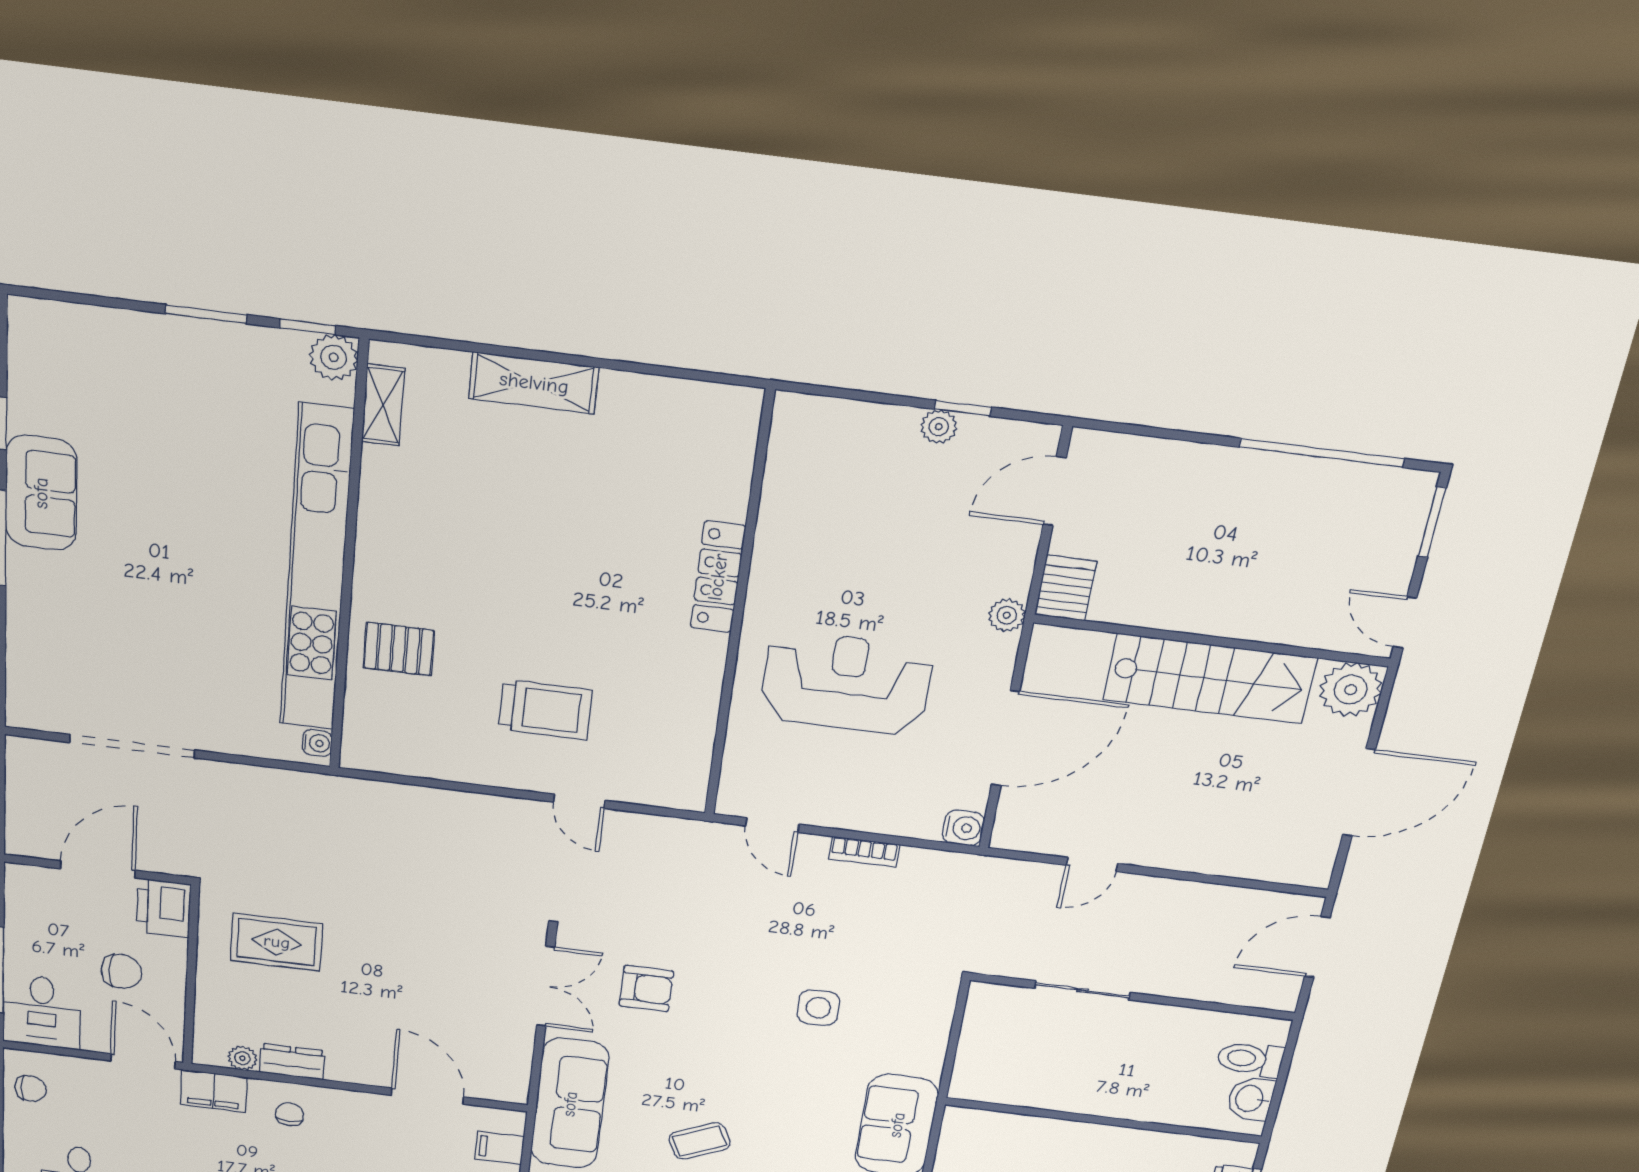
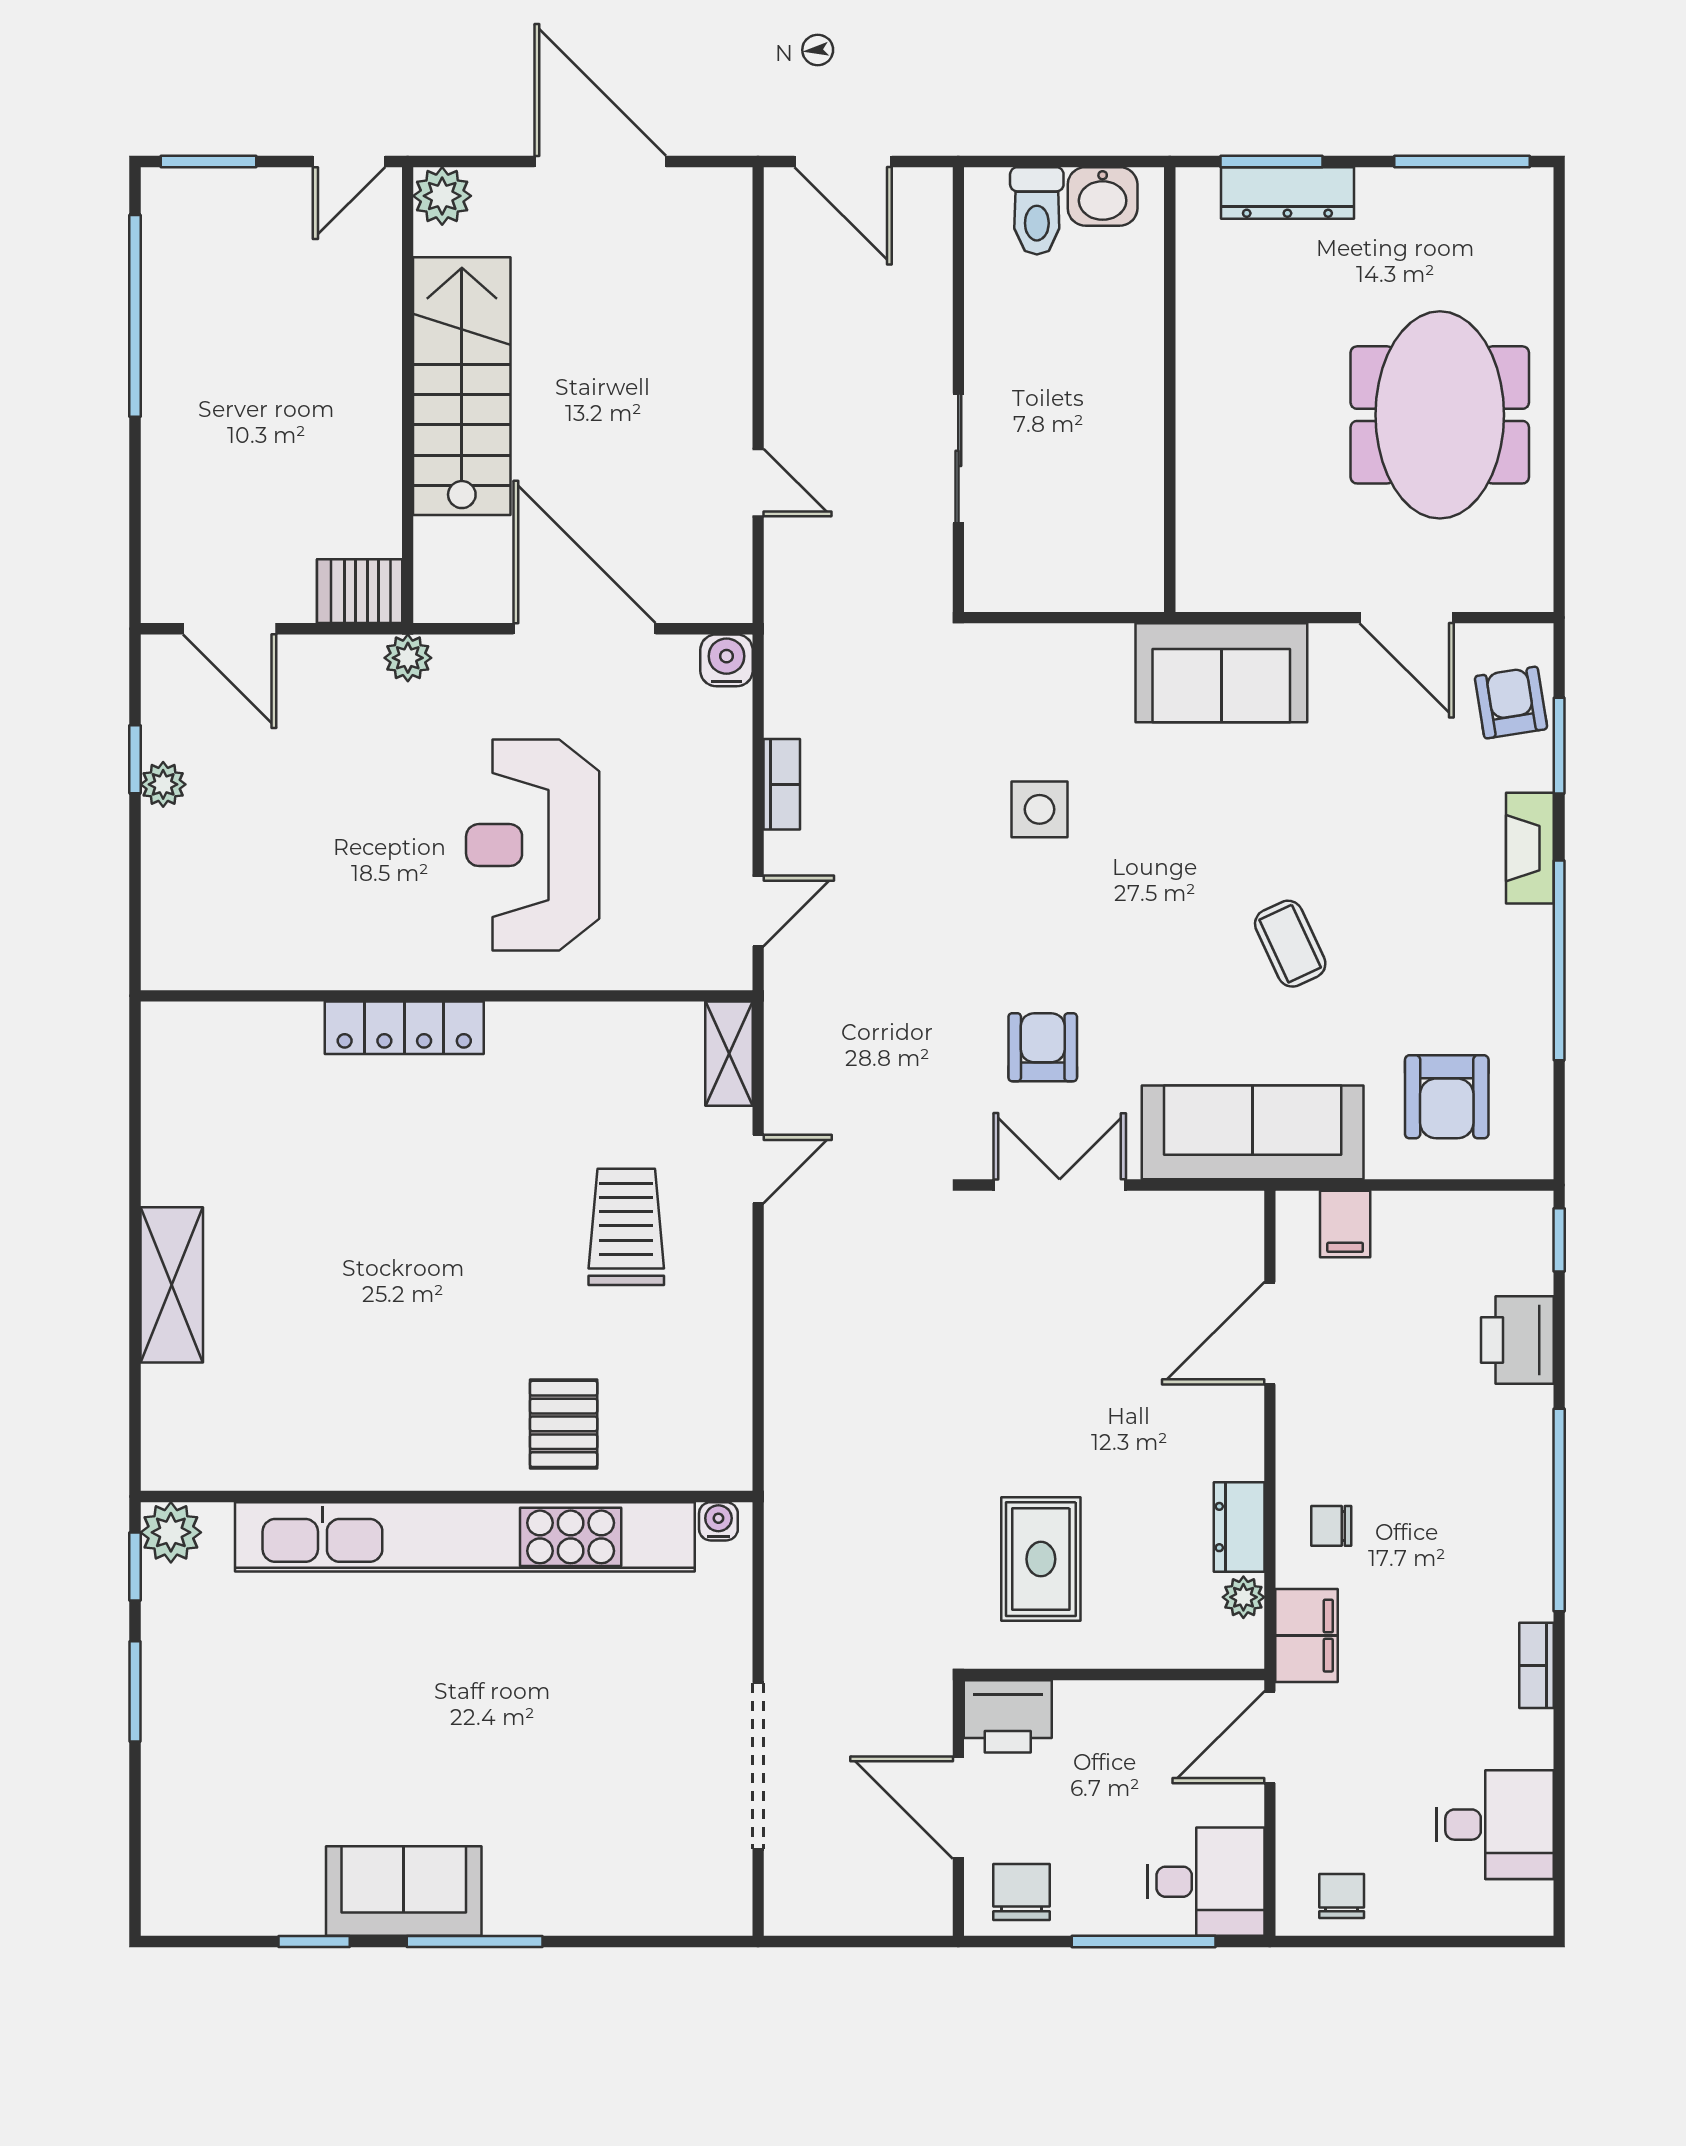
shelving: (383, 405) -> (729, 1054), moved, turned 90
plant: (1351, 690) -> (442, 196), width x0.73, depth x0.73
chair: (121, 971) -> (1021, 1892), moved

